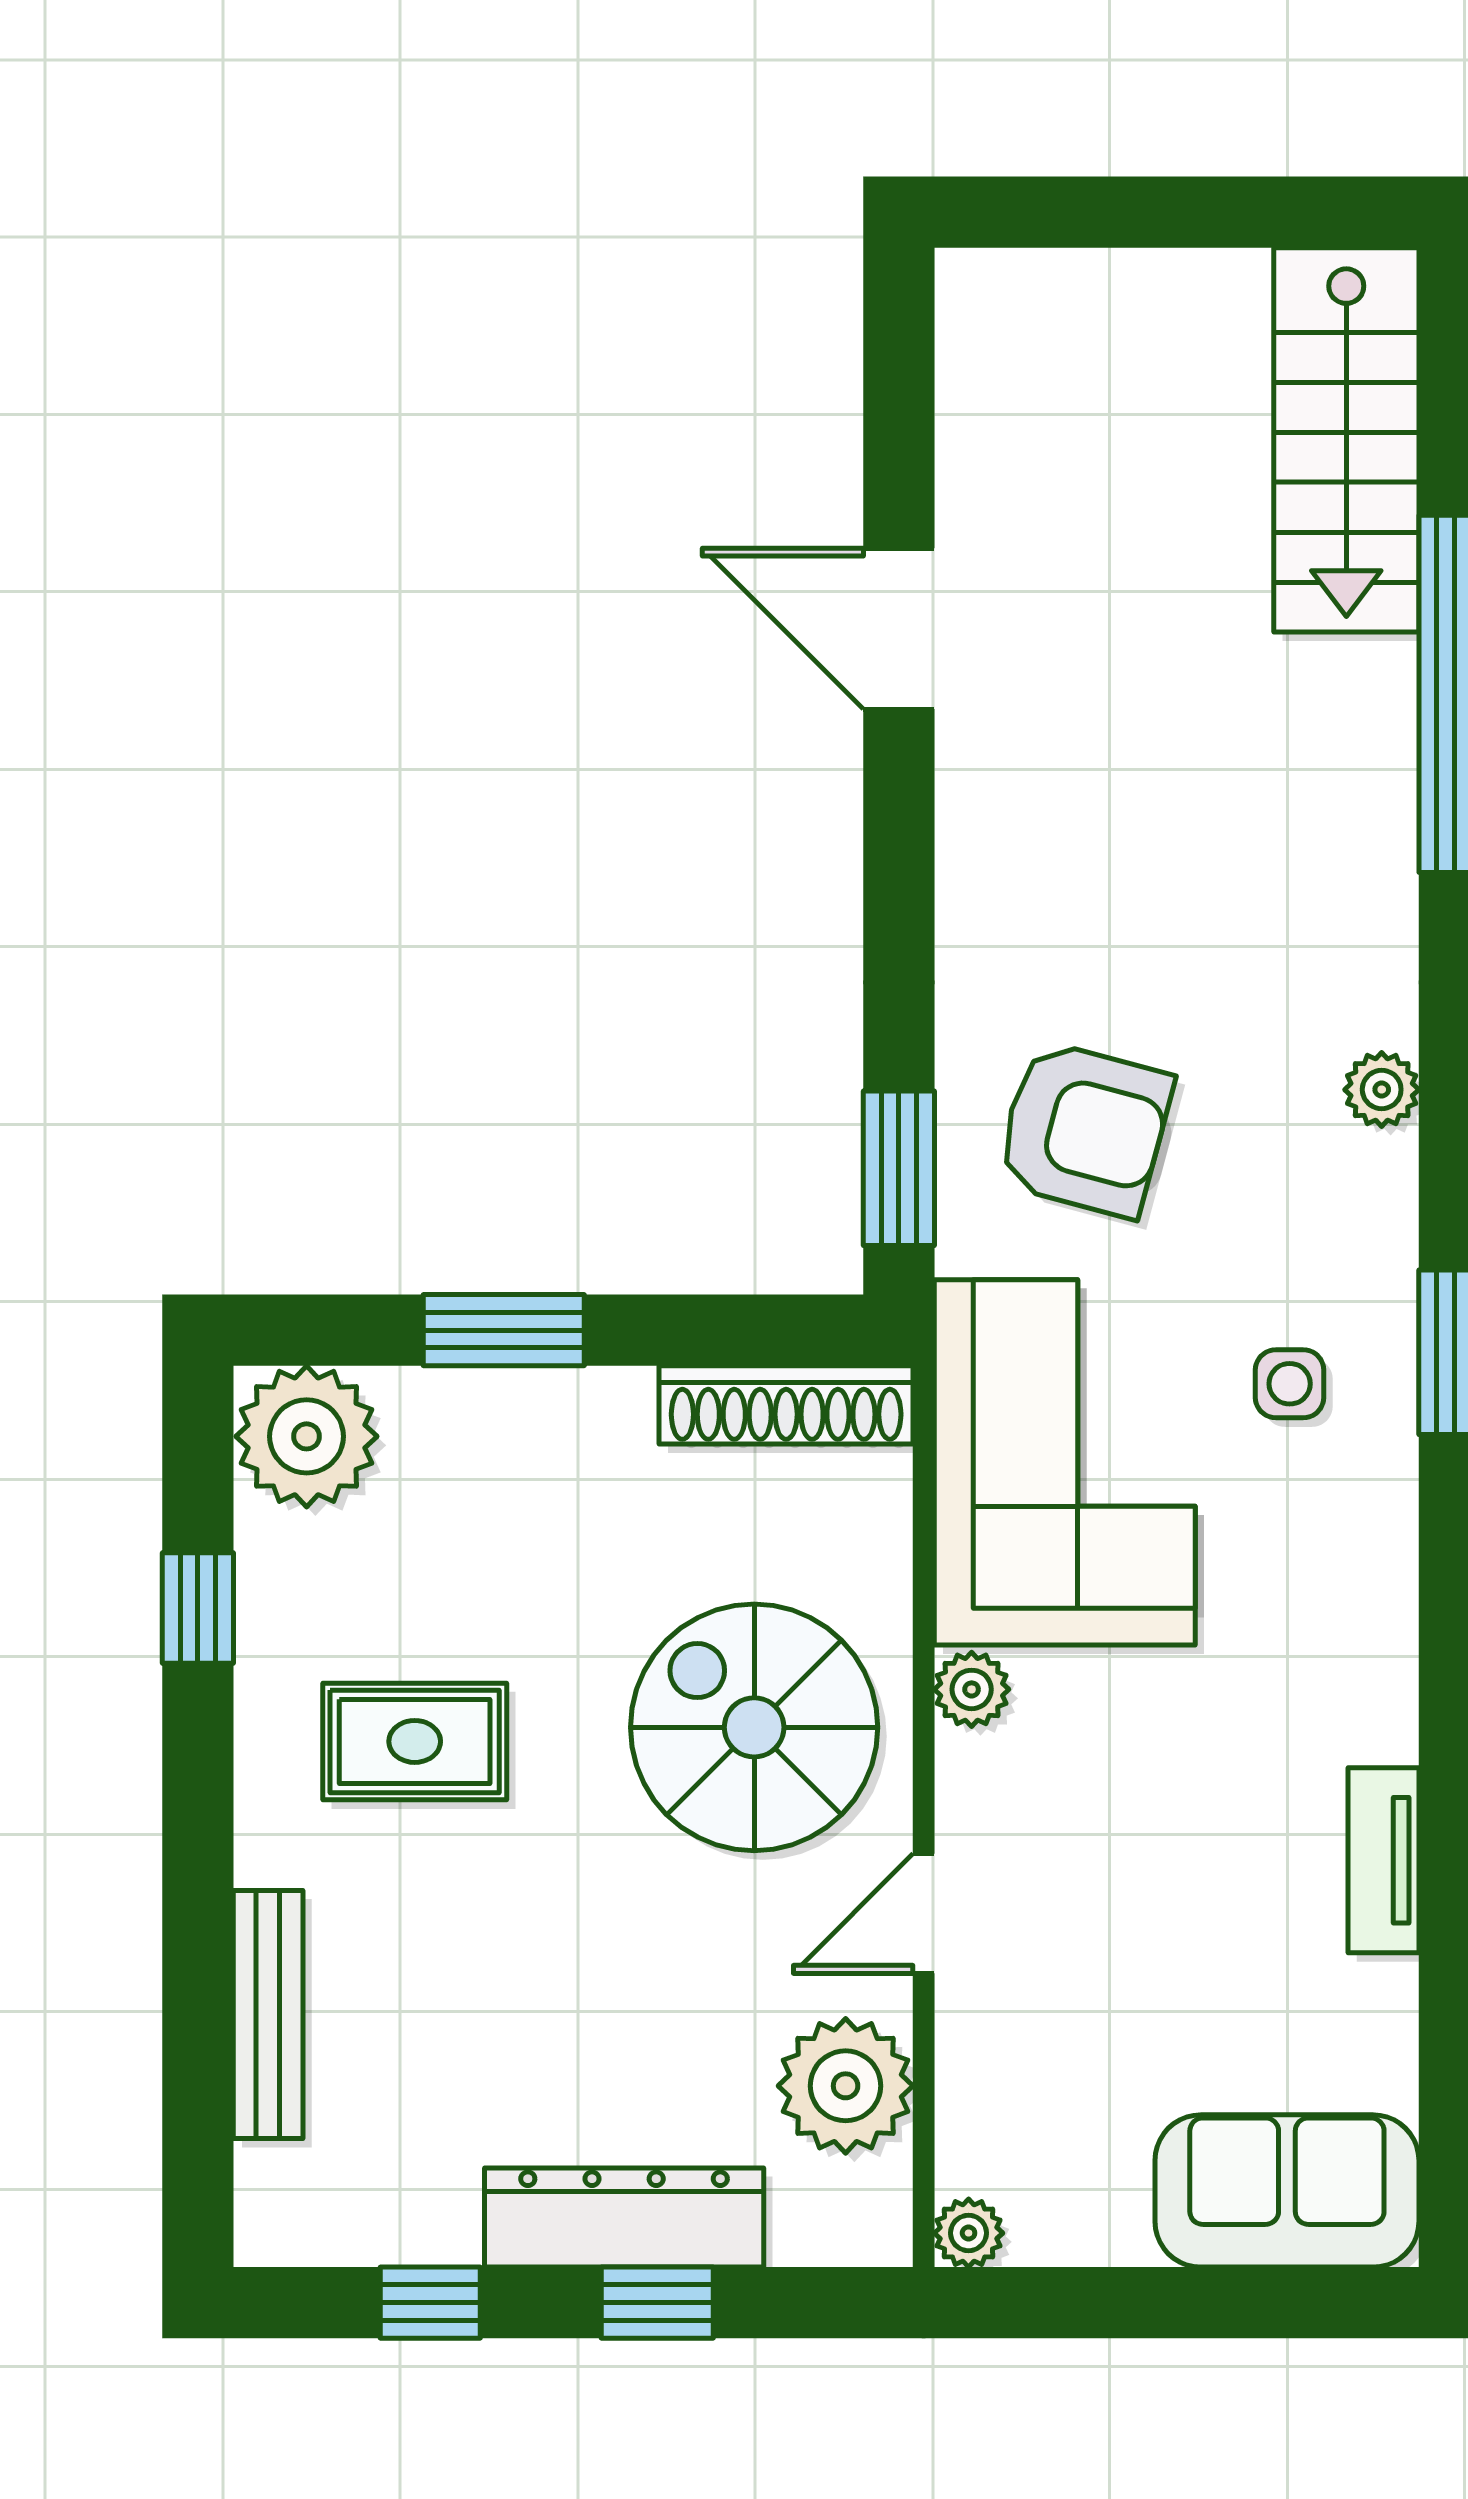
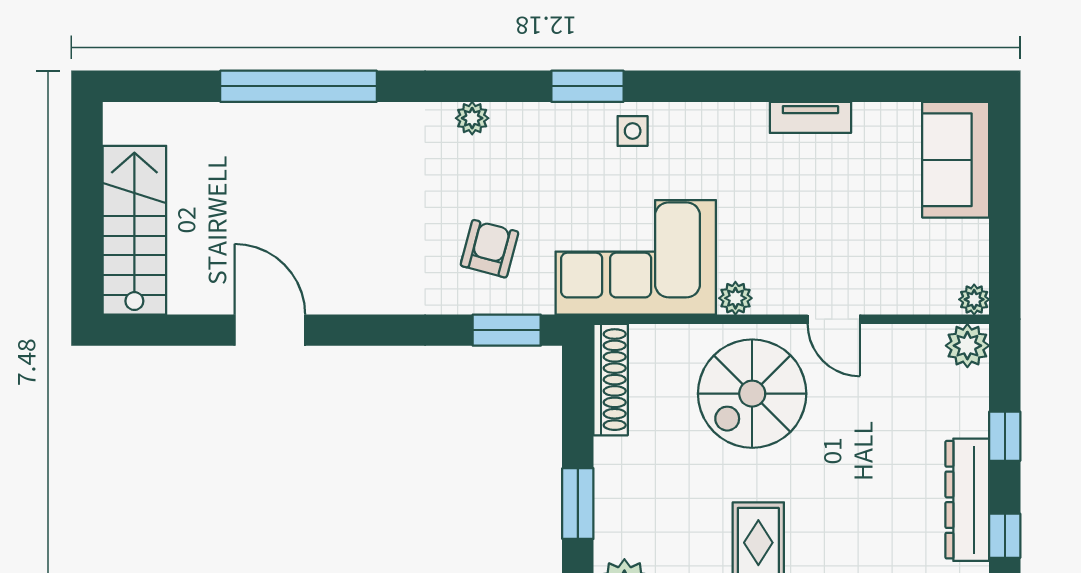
stairs: (1346, 440) -> (134, 230), moved, turned -90
door: (899, 629) -> (270, 330), swing flipped
armchair: (1084, 1129) -> (489, 249), width x0.72, depth x0.72
side table: (1290, 1384) -> (633, 131), moved
plant: (846, 2086) -> (967, 346), moved, width x0.73, depth x0.73
dresser: (624, 2218) -> (967, 500), moved

